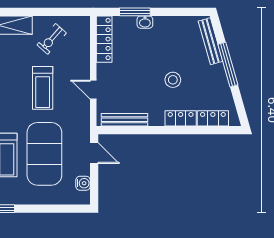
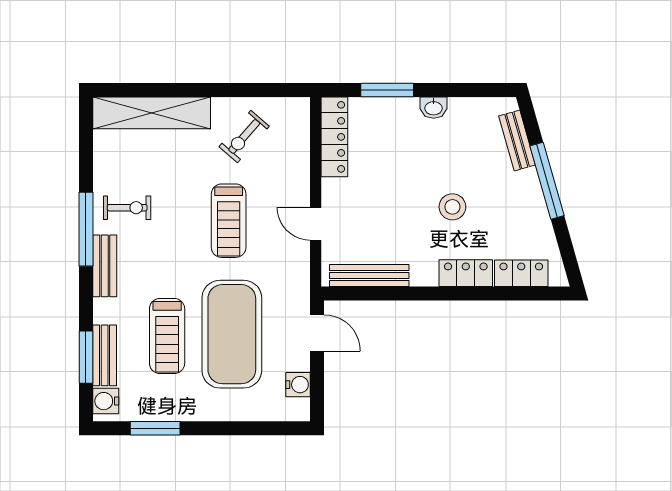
washbasin: (145, 22) -> (434, 108), moved
bench: (210, 41) -> (517, 140), width x0.73

